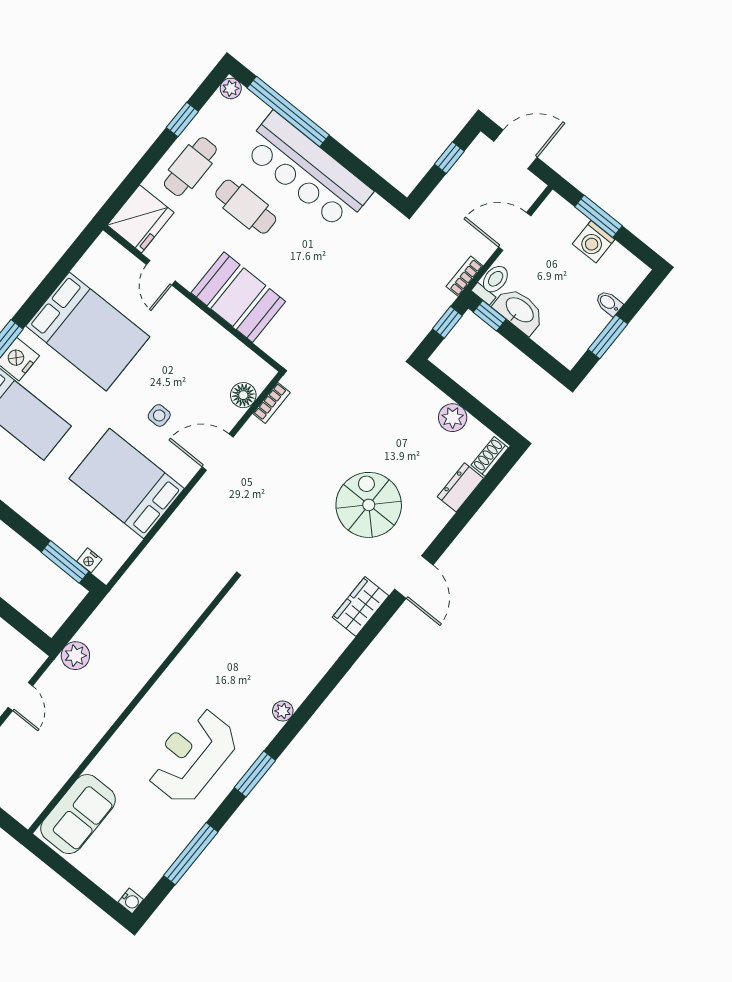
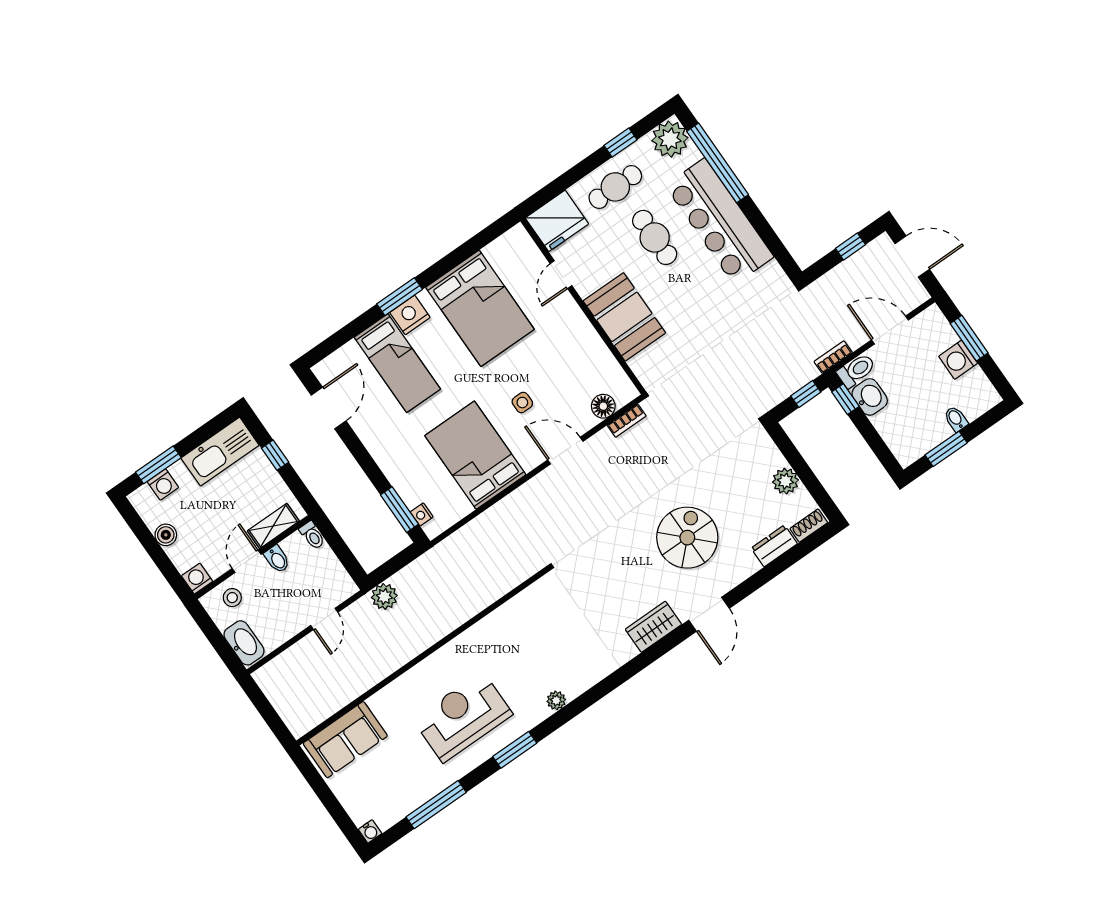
plant: (231, 88) -> (670, 139), width x1.88, depth x1.88
washbasin: (519, 310) -> (870, 397), width x0.72

